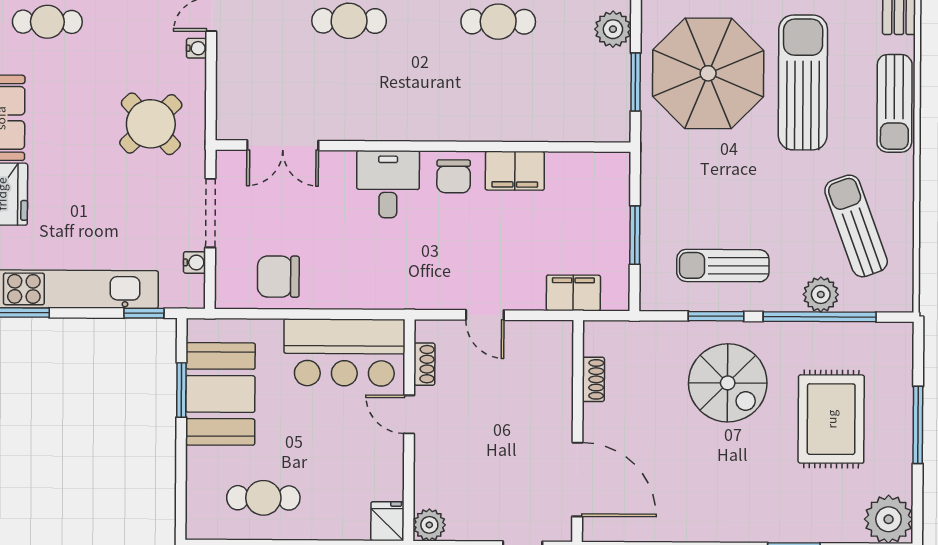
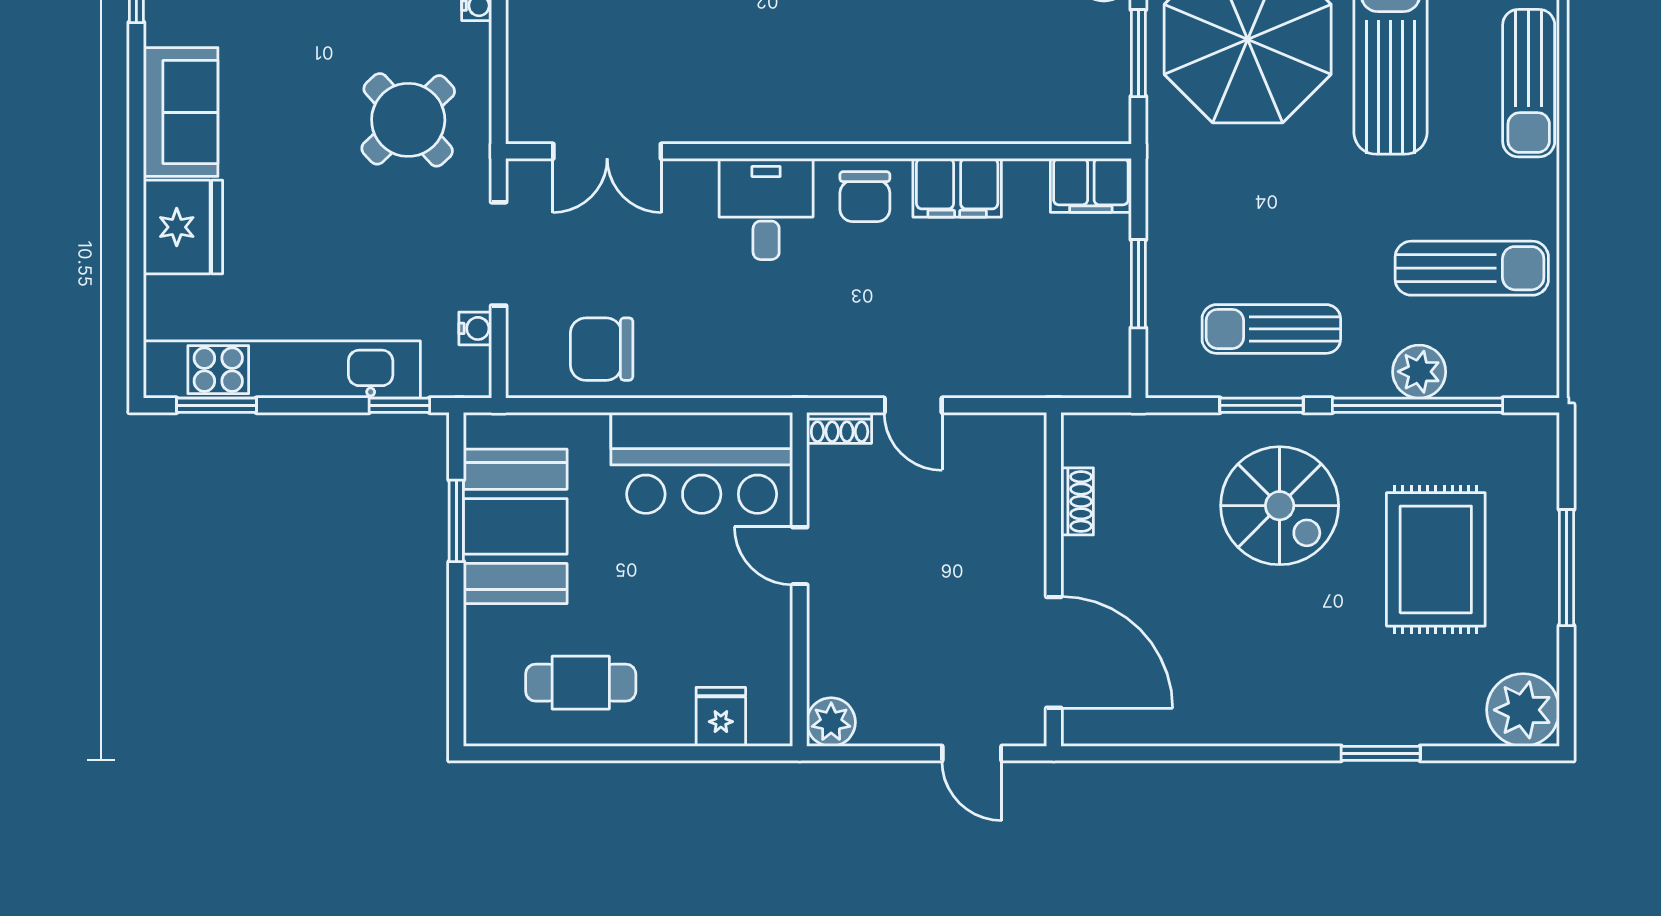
sun lounger: (856, 226) -> (1472, 268), turned 110
filing cabinet: (573, 293) -> (1091, 185), moved, turned 180
shoe rack: (424, 364) -> (840, 428), moved, turned 90
fridge: (387, 521) -> (721, 717), moved

